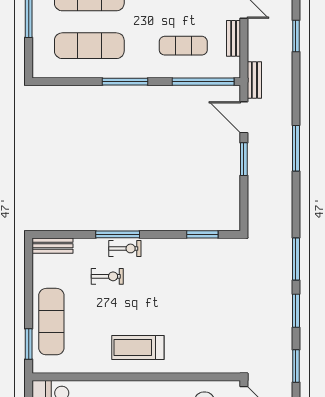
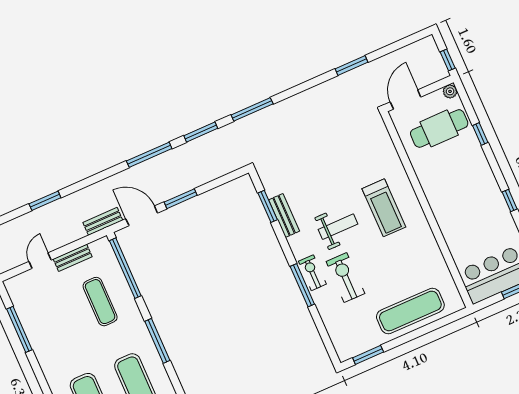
door: (244, 117) -> (142, 216), swing flipped
bench: (52, 246) -> (284, 216), moved
exercise bike: (107, 276) -> (345, 278), width x1.38, depth x1.39
weight bench: (156, 290) -> (338, 227), added
window: (296, 311) -> (201, 132), moved
window: (29, 344) -> (368, 355), moved
treadmill: (138, 347) -> (384, 208), moved

